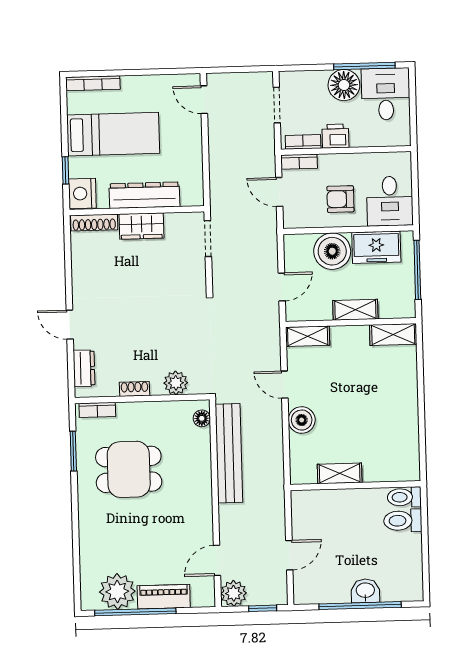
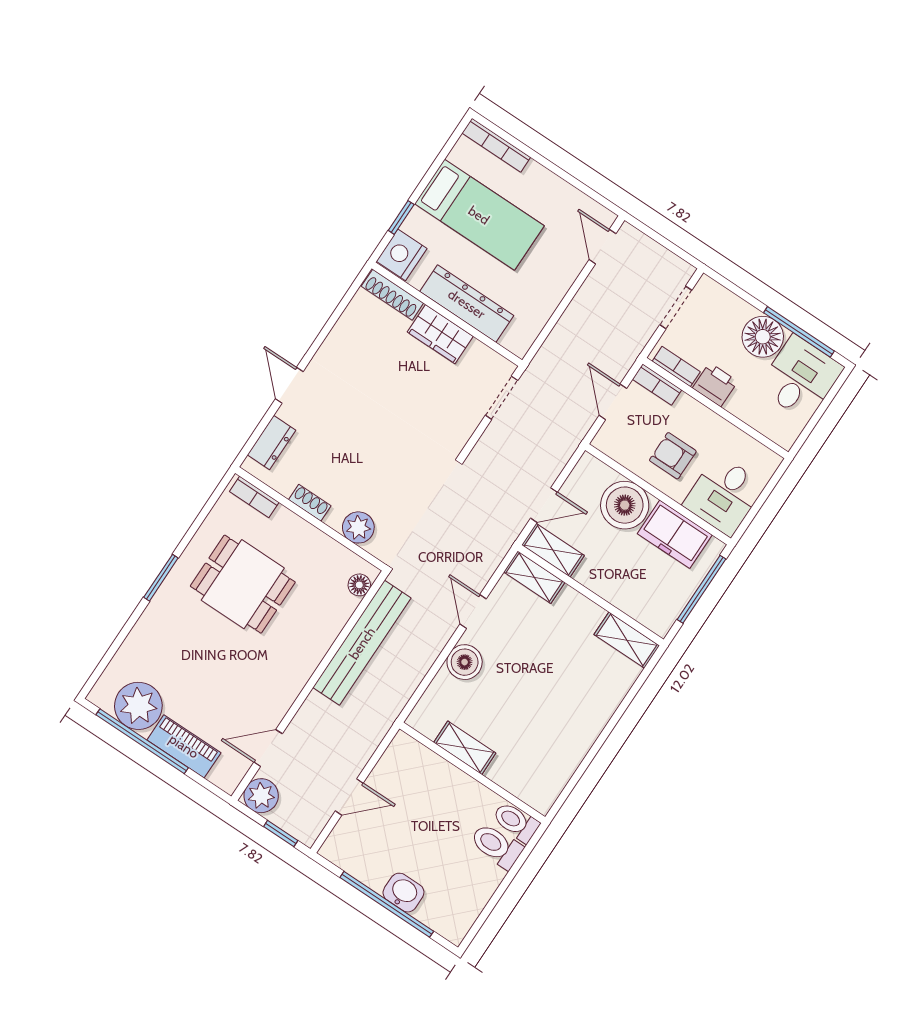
shelving: (355, 310) -> (553, 550), moved
window: (73, 451) -> (161, 578), moved

